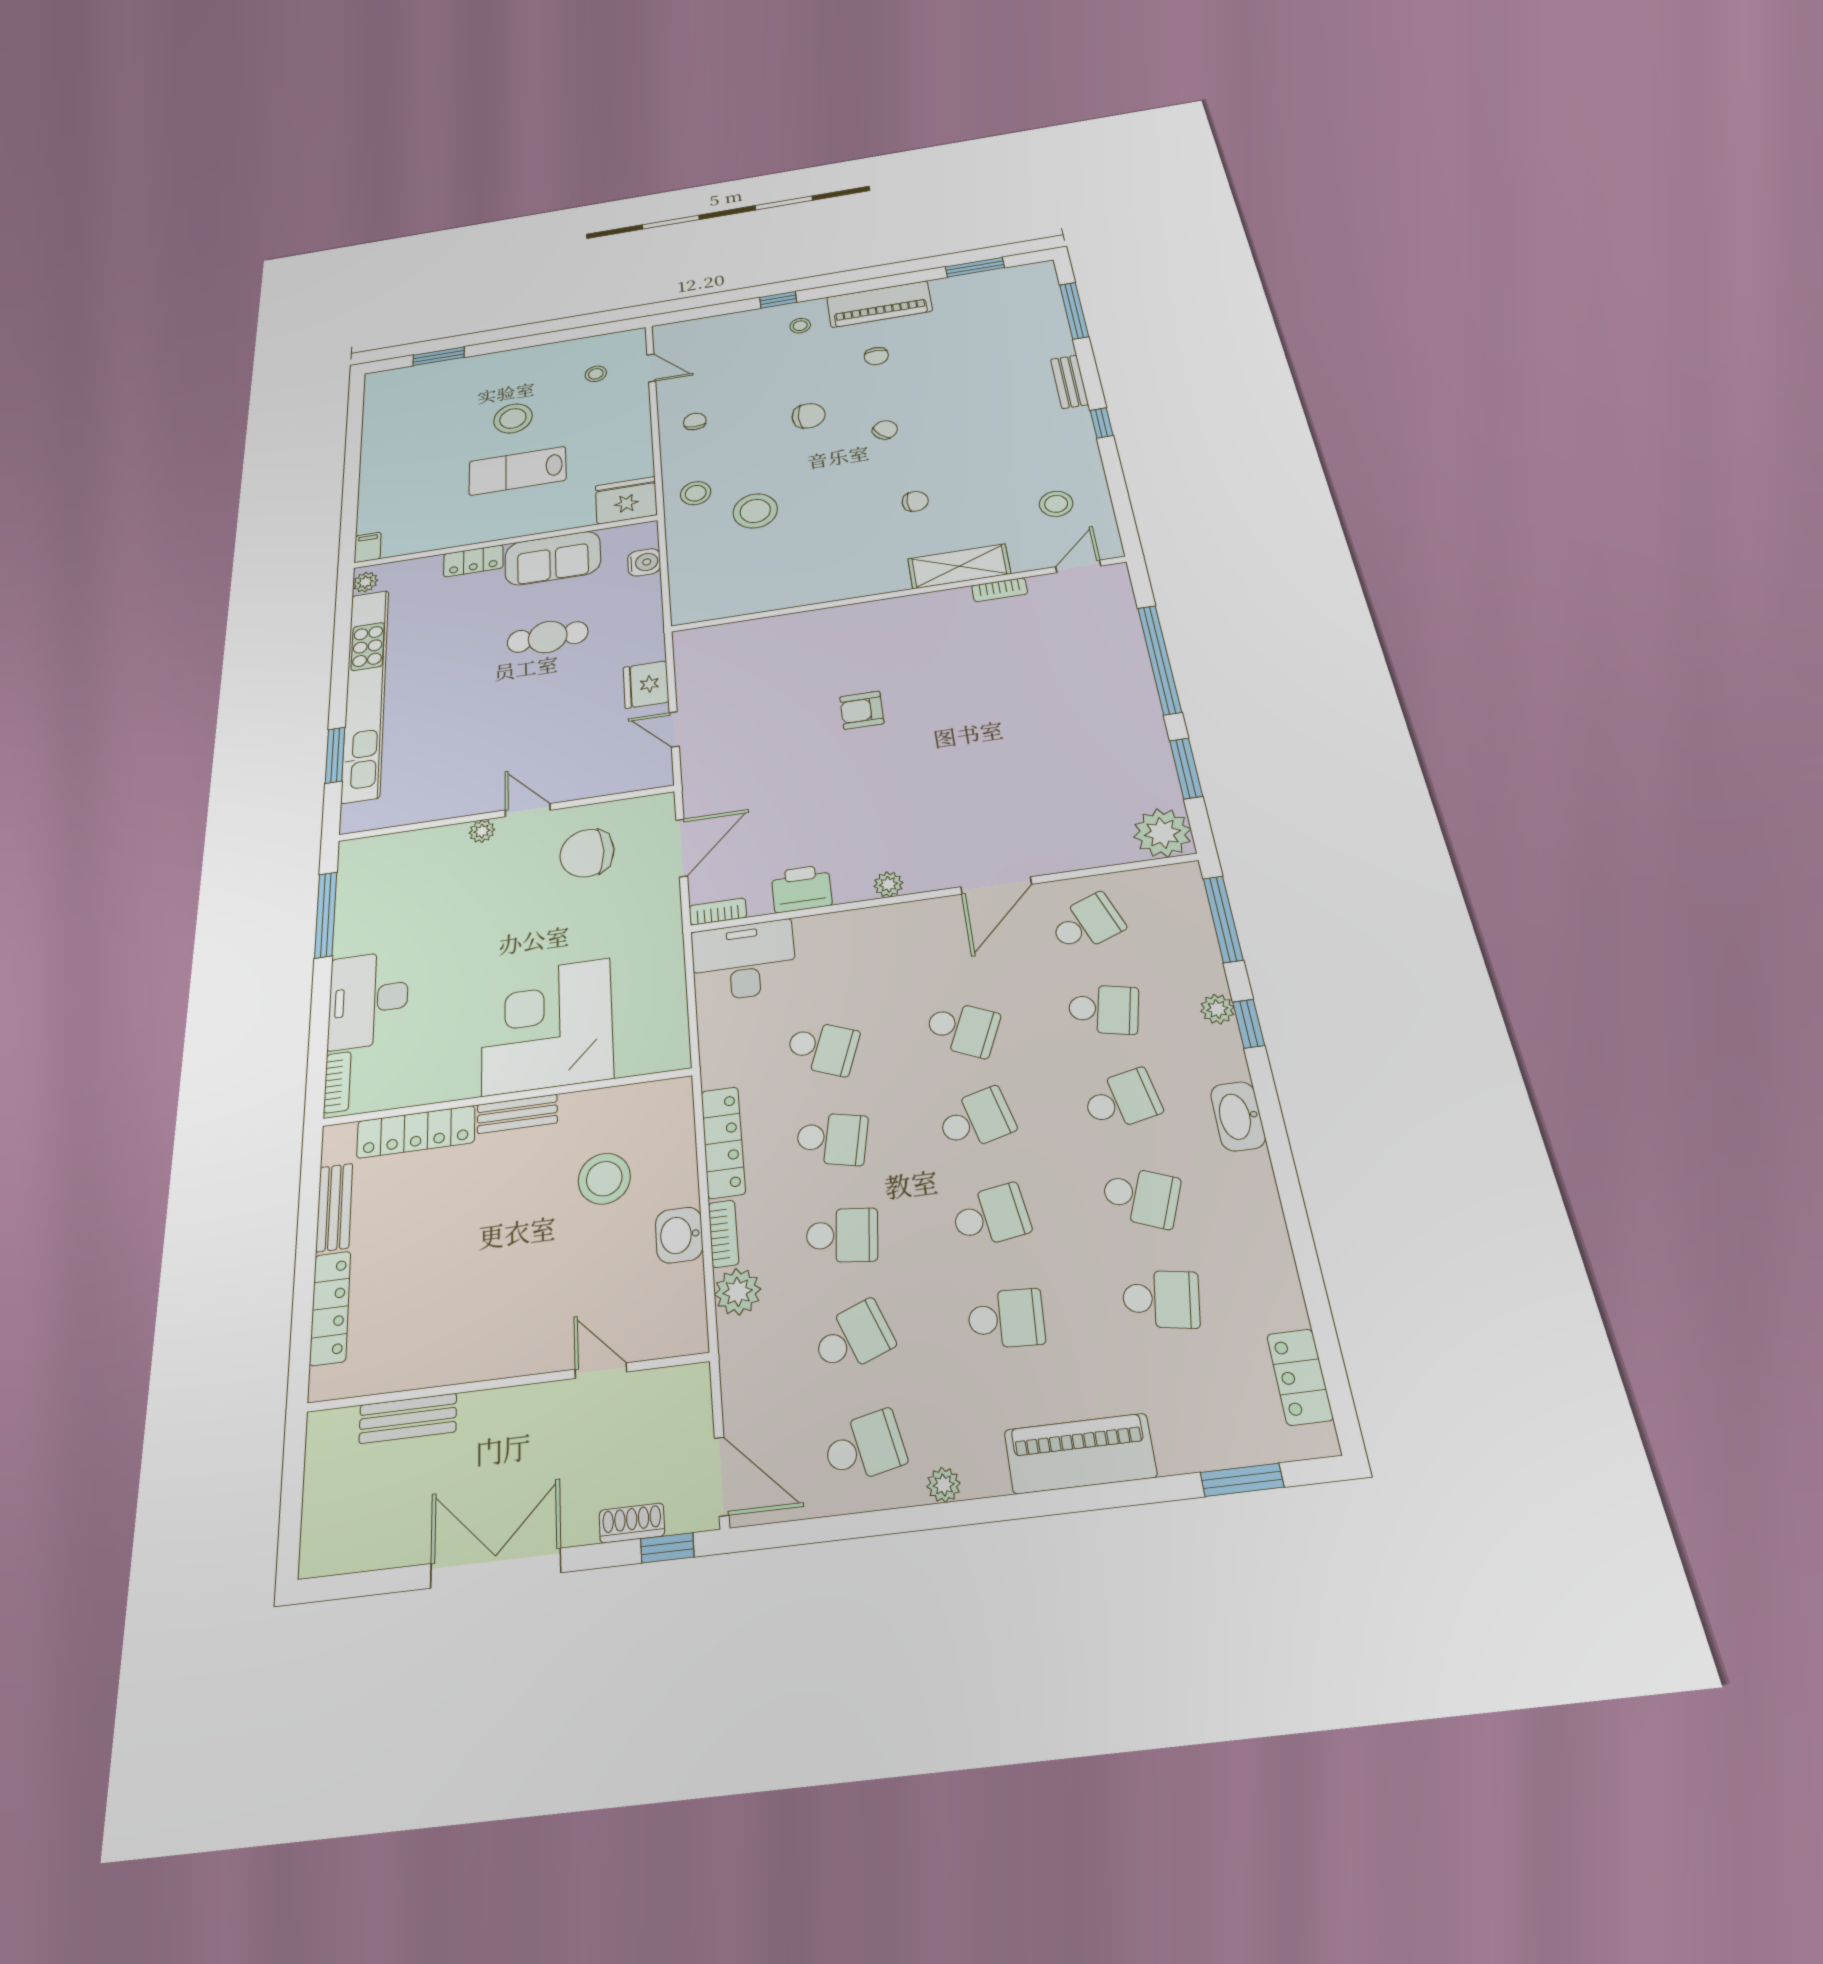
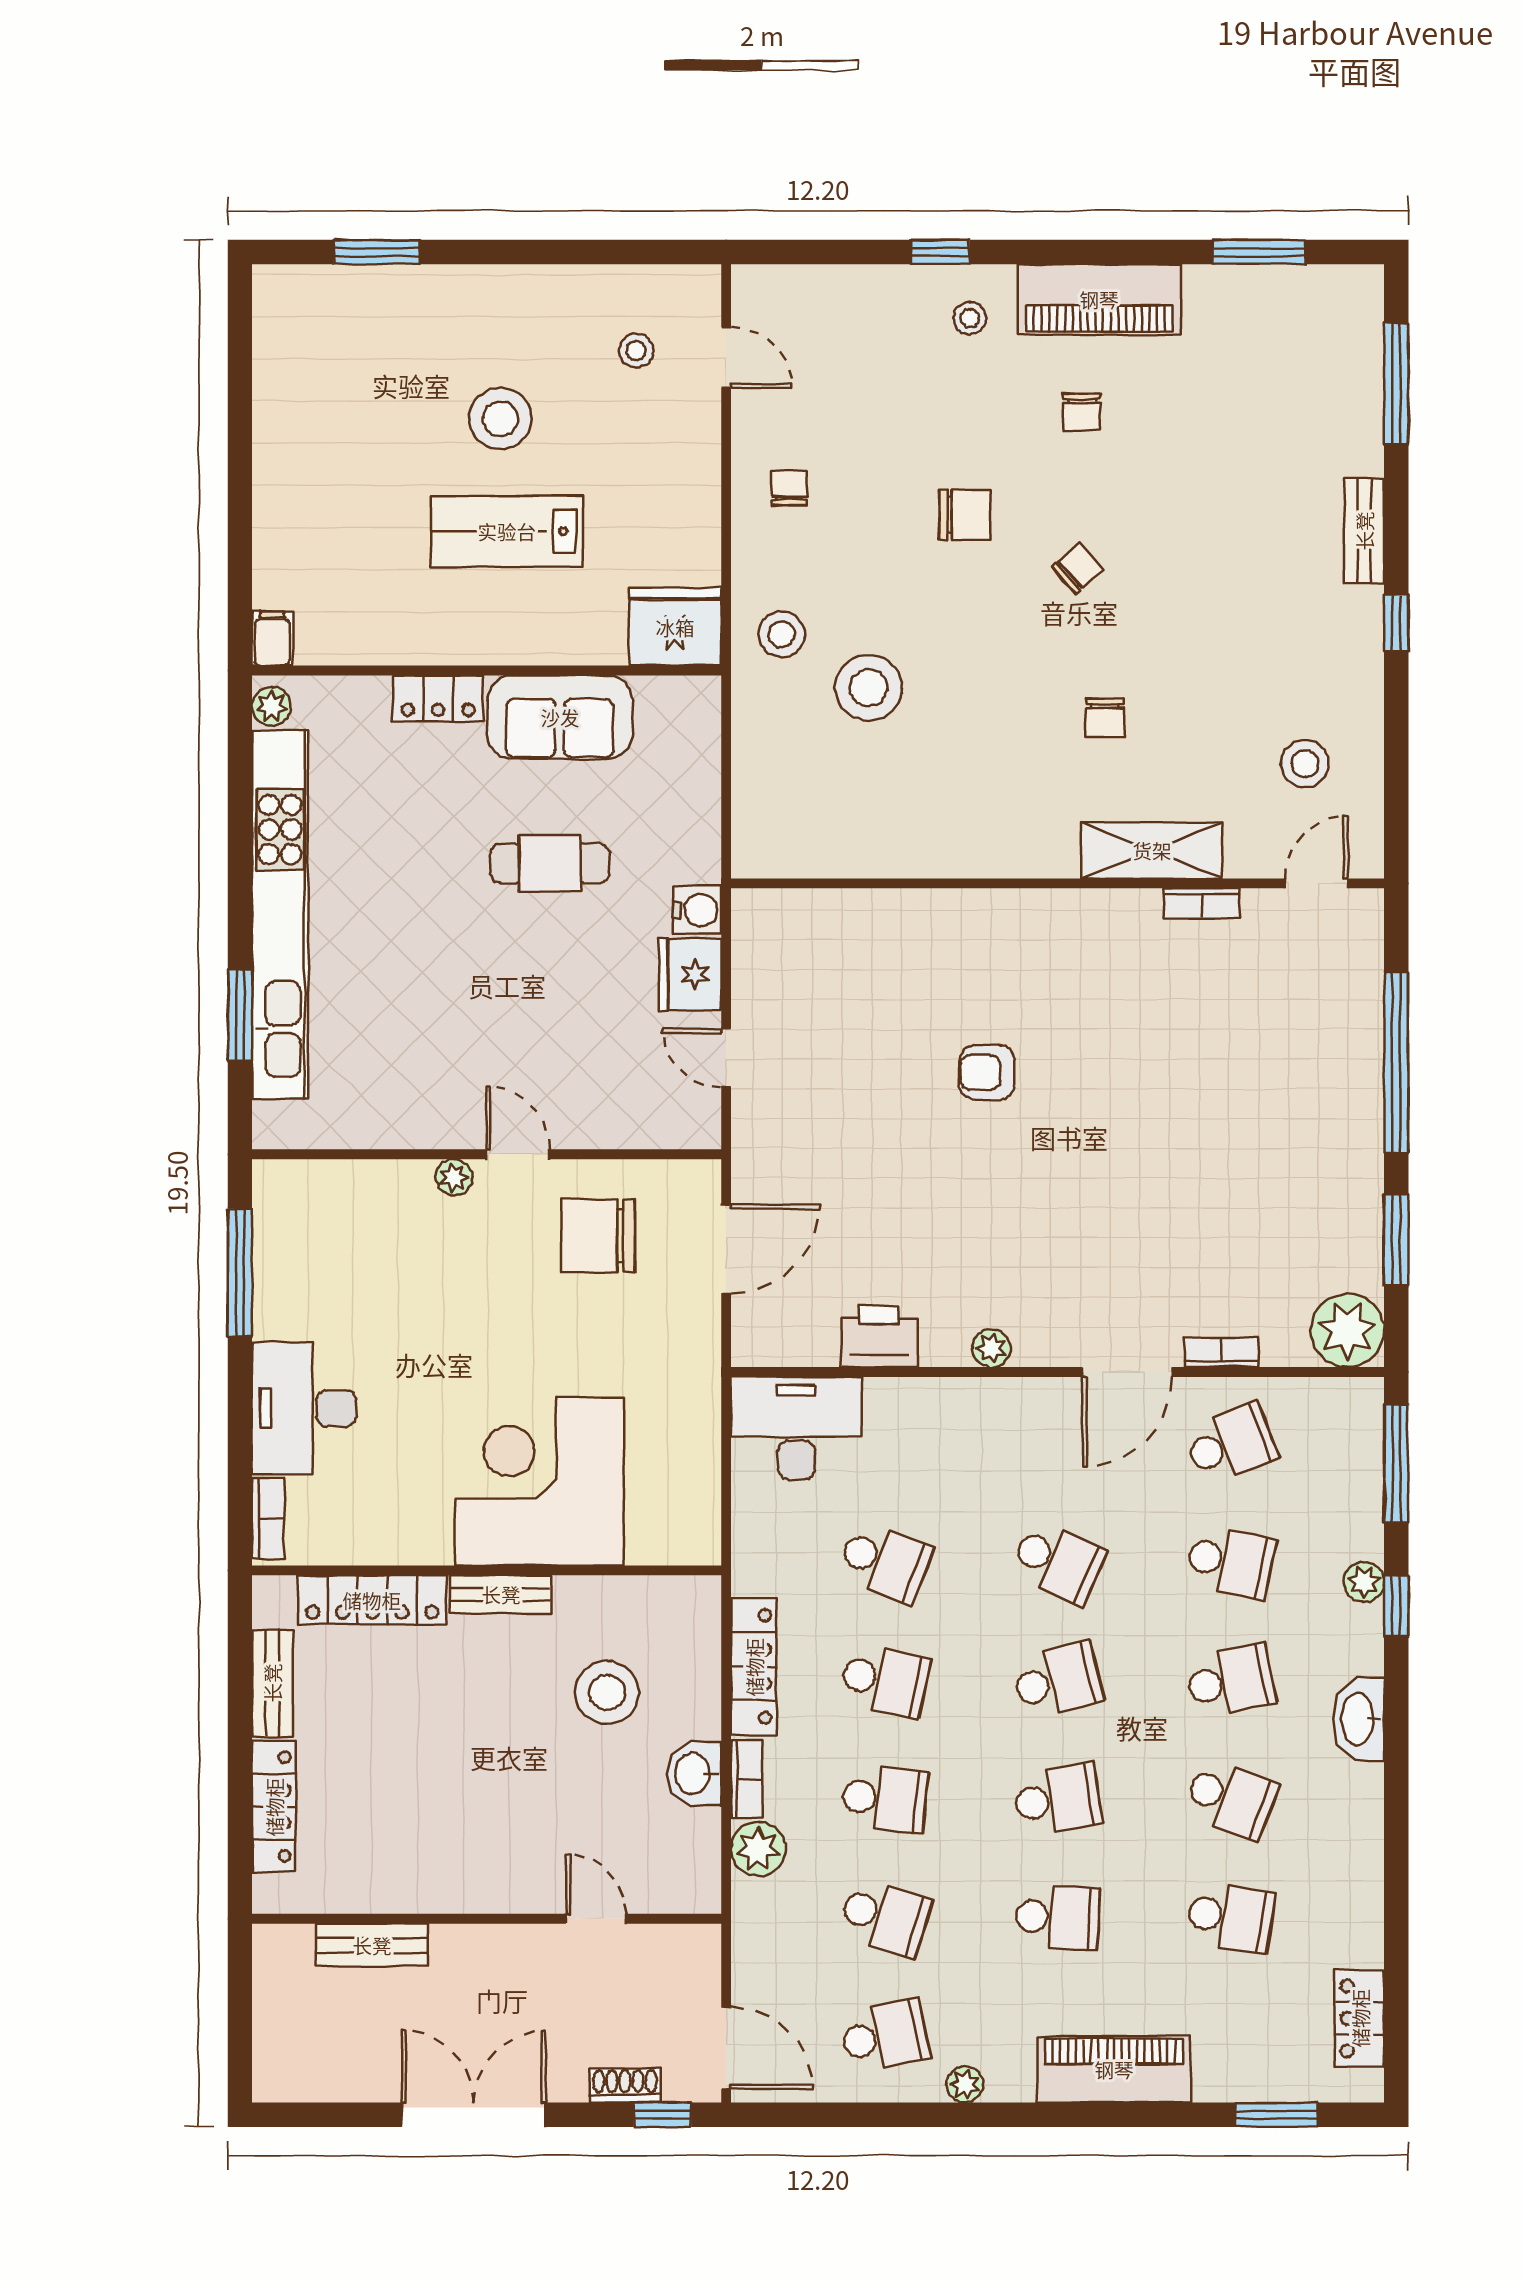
chair: (915, 501) -> (1105, 718), turned 90
water cooler: (644, 562) -> (697, 910), moved
bookcase: (718, 912) -> (1222, 1352), moved
school desk: (853, 1338) -> (885, 1917), turned 39

